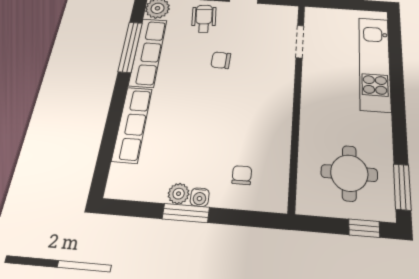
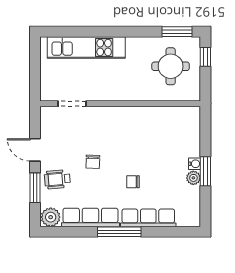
window: (130, 47) -> (119, 232), moved
chair: (242, 175) -> (133, 182), moved

